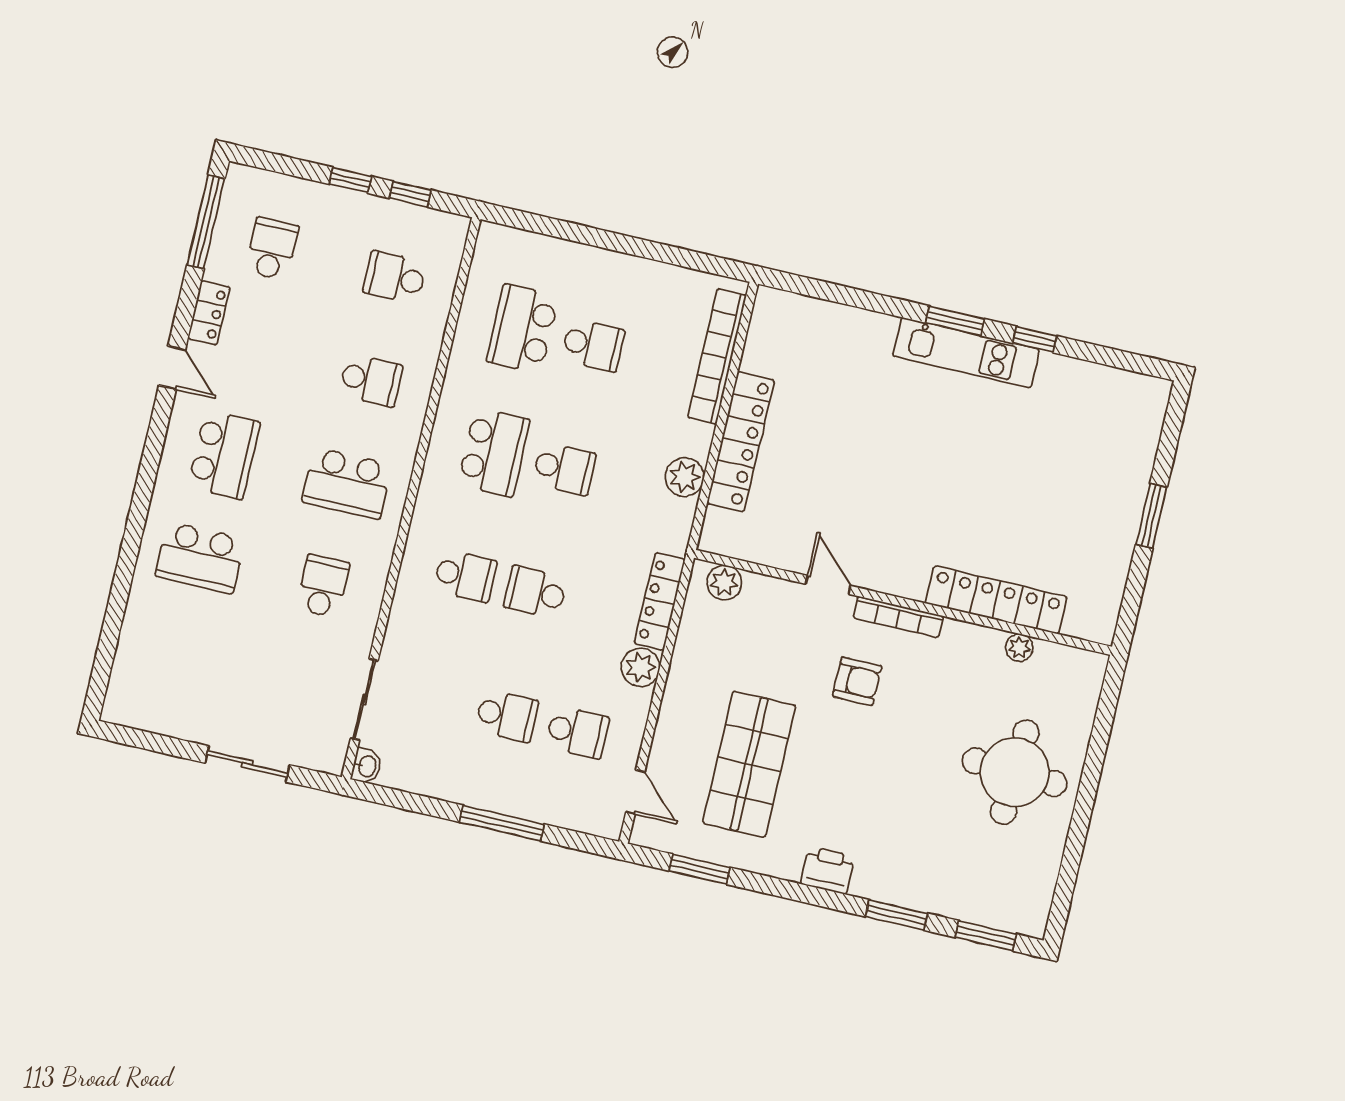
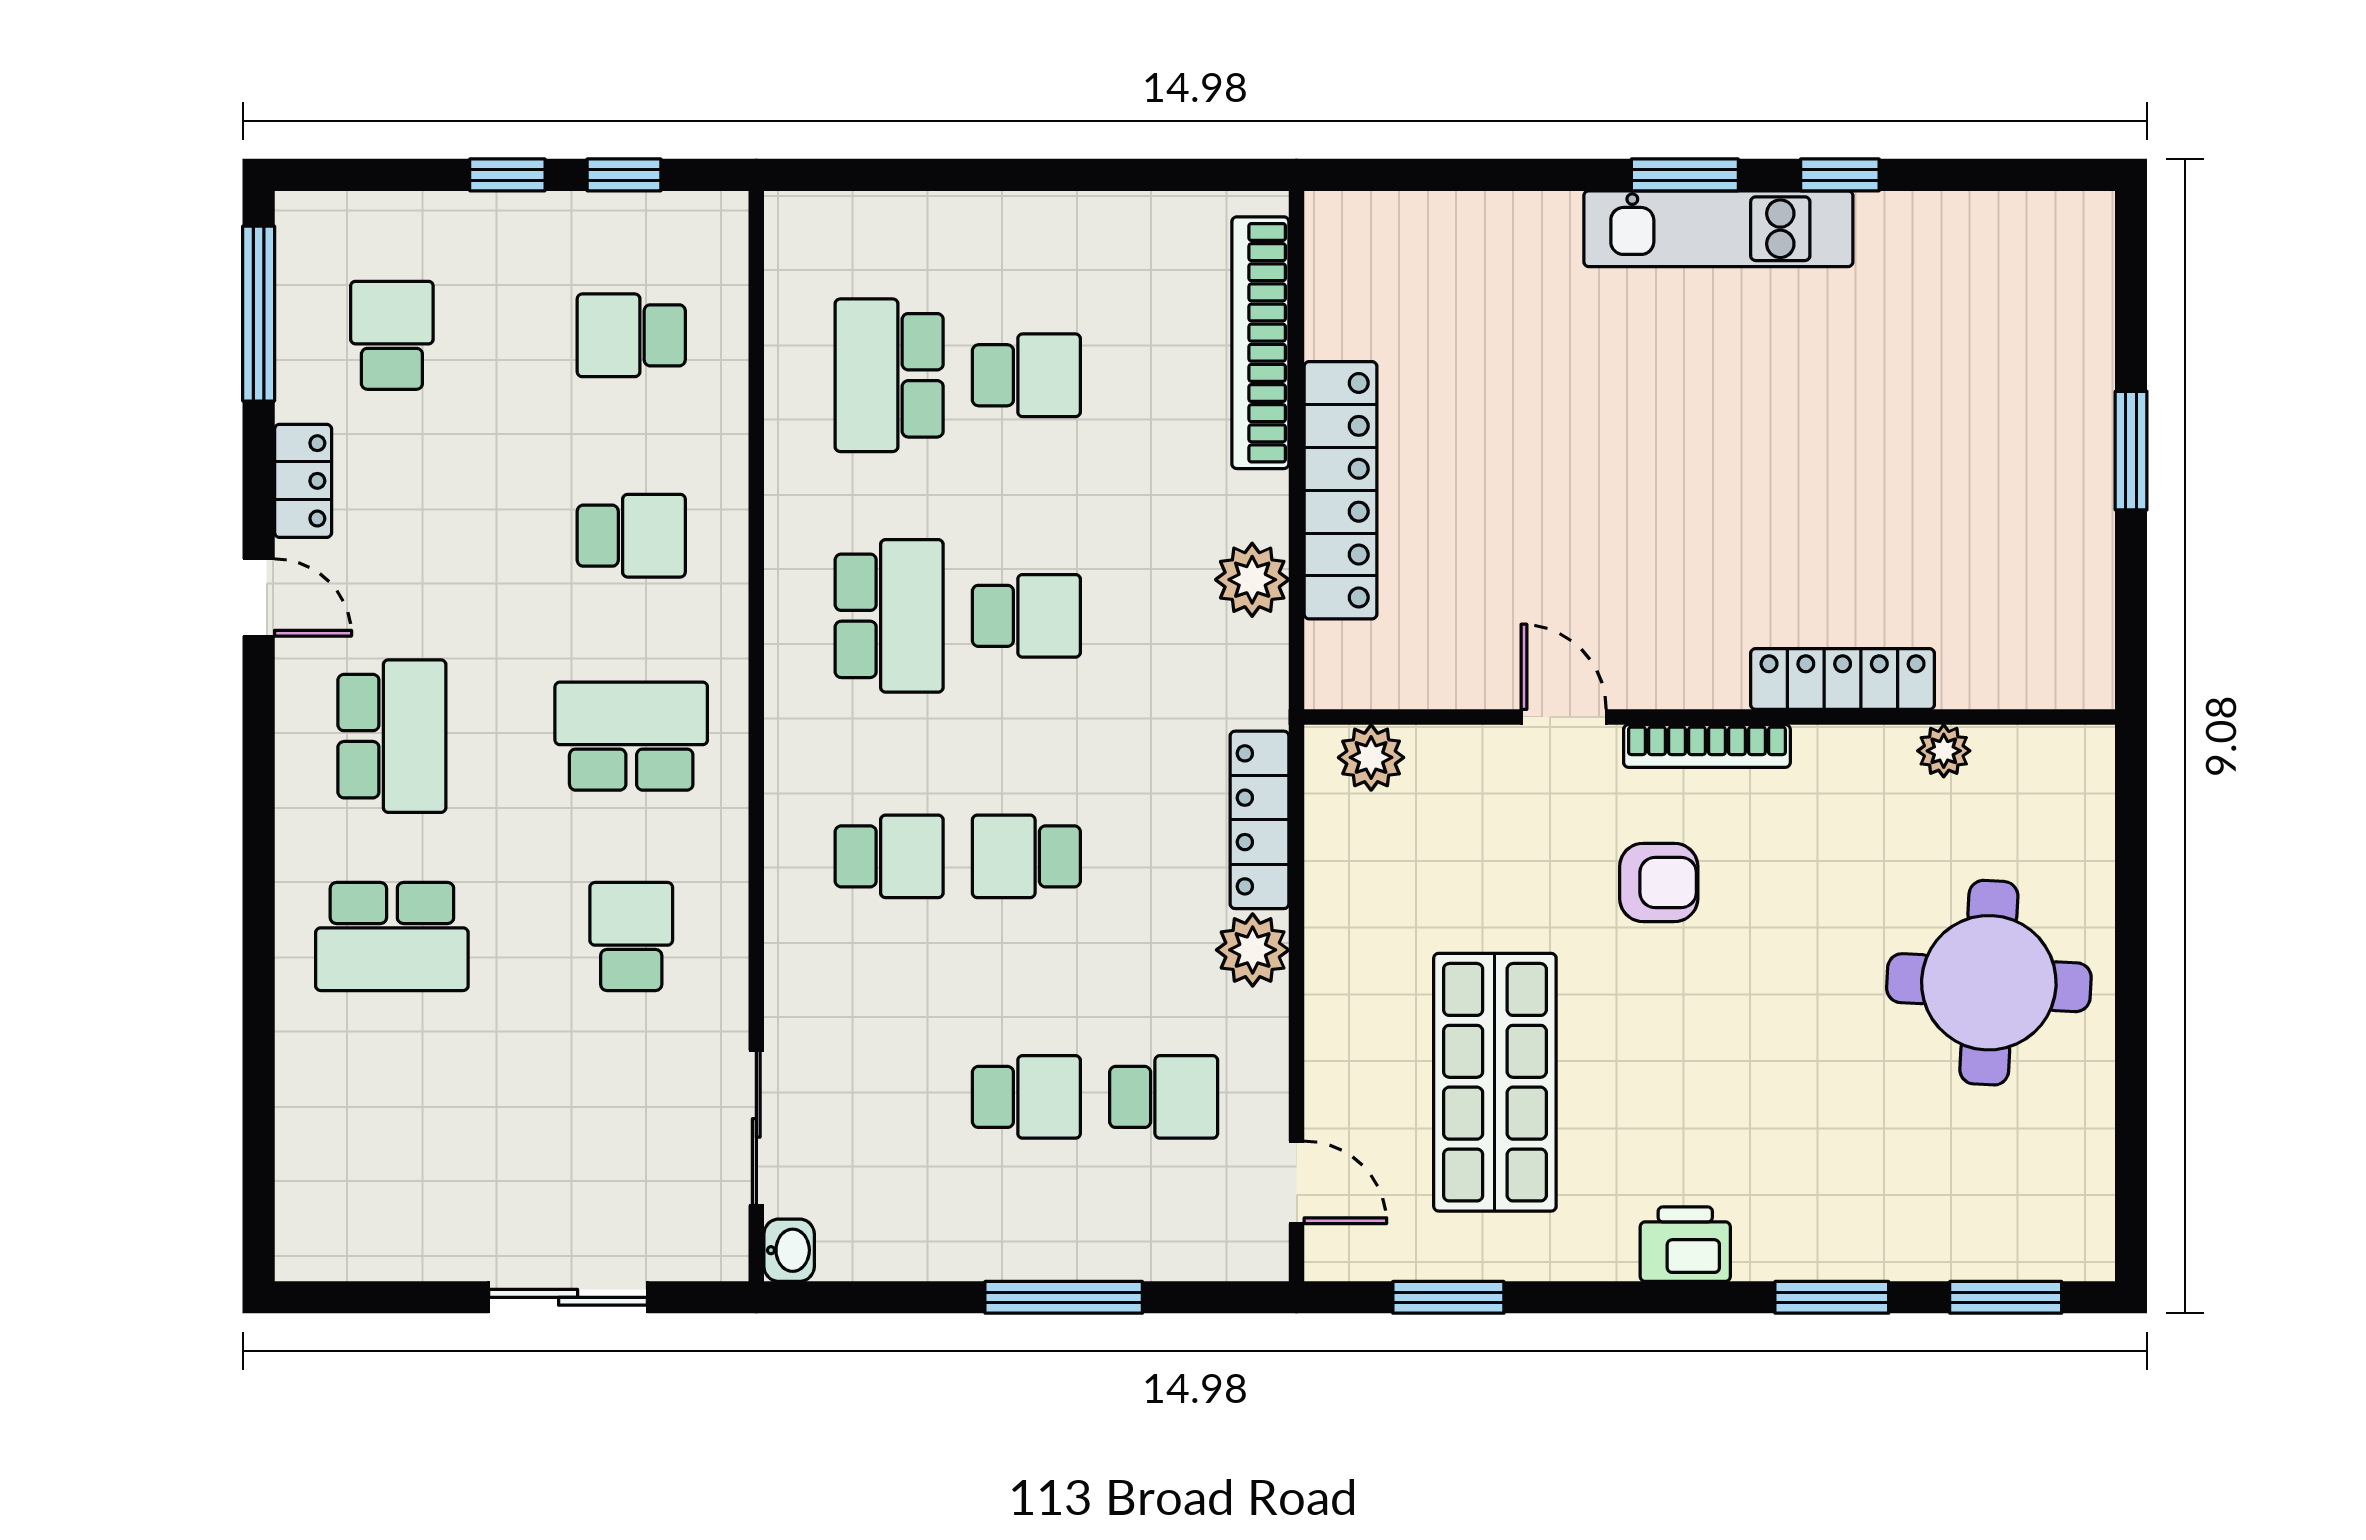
school desk: (347, 483) -> (631, 736), turned 180
locker: (996, 600) -> (1843, 679), width x0.71, depth x0.83

